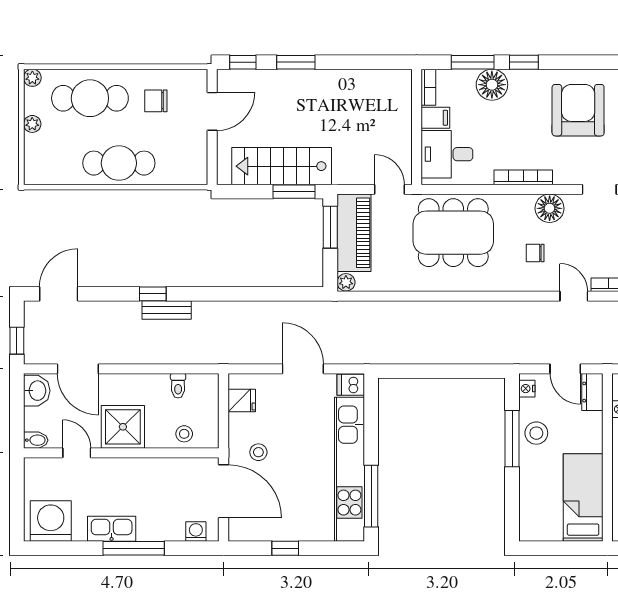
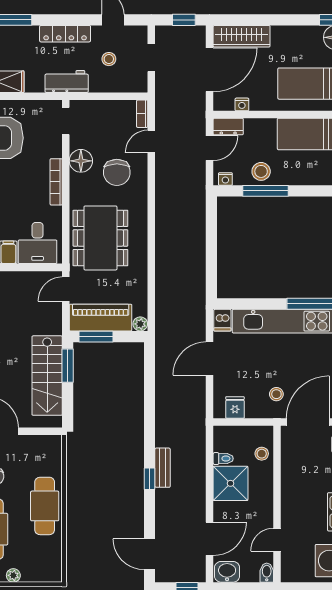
chair: (535, 253) -> (117, 172), width x1.87, depth x1.87
shower: (123, 427) -> (231, 483), moved

